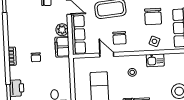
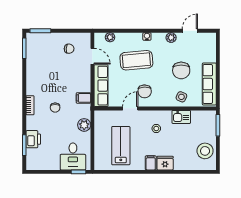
plant: (62, 30) -> (84, 125), moved
filing cabinet: (62, 47) -> (83, 98), width x0.50
door: (107, 55) -> (130, 108), hinge flipped

